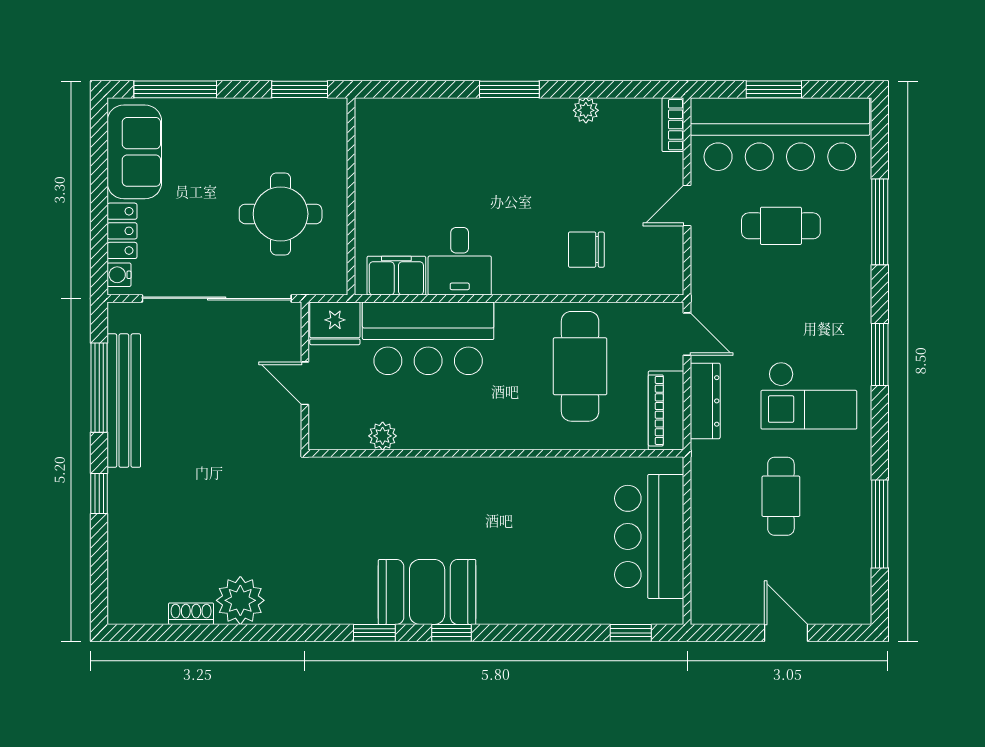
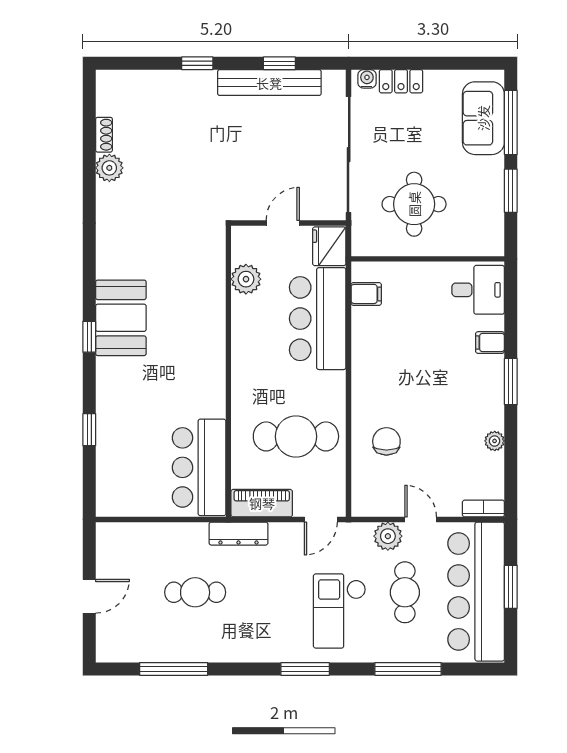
window: (300, 89) -> (511, 191), moved
filing cabinet: (459, 116) -> (490, 343), added
sofa: (134, 152) -> (483, 118), moved, turned 90
plant: (709, 248) -> (388, 536), added
desk: (460, 261) -> (478, 290), moved, turned 180
filing cabinet: (396, 276) -> (366, 294), width x0.50
window: (99, 388) -> (279, 63), width x0.46
checkout: (809, 396) -> (340, 611), moved
dresser: (705, 401) -> (238, 534), moved
plant: (383, 436) -> (246, 279), width x1.38, depth x1.38
bar counter: (649, 536) -> (199, 467), moved, turned -90
plant: (240, 600) -> (109, 168), width x0.73, depth x0.73
window: (374, 633) -> (89, 277), removed
window: (631, 633) -> (89, 430), moved

